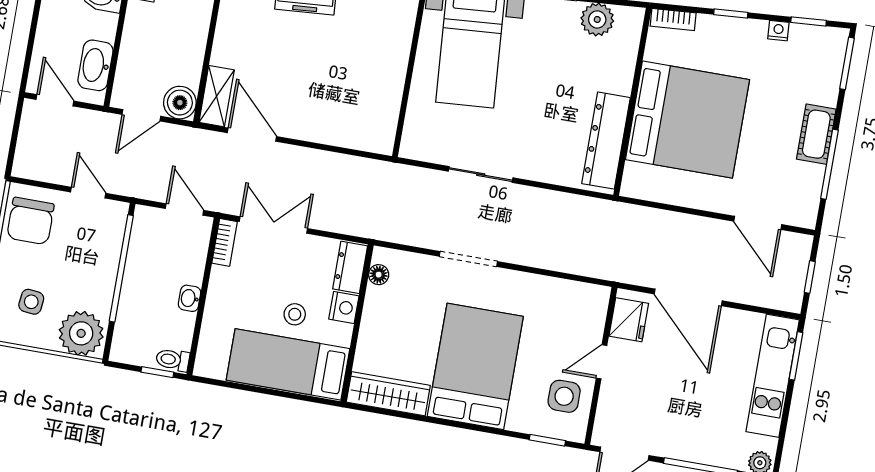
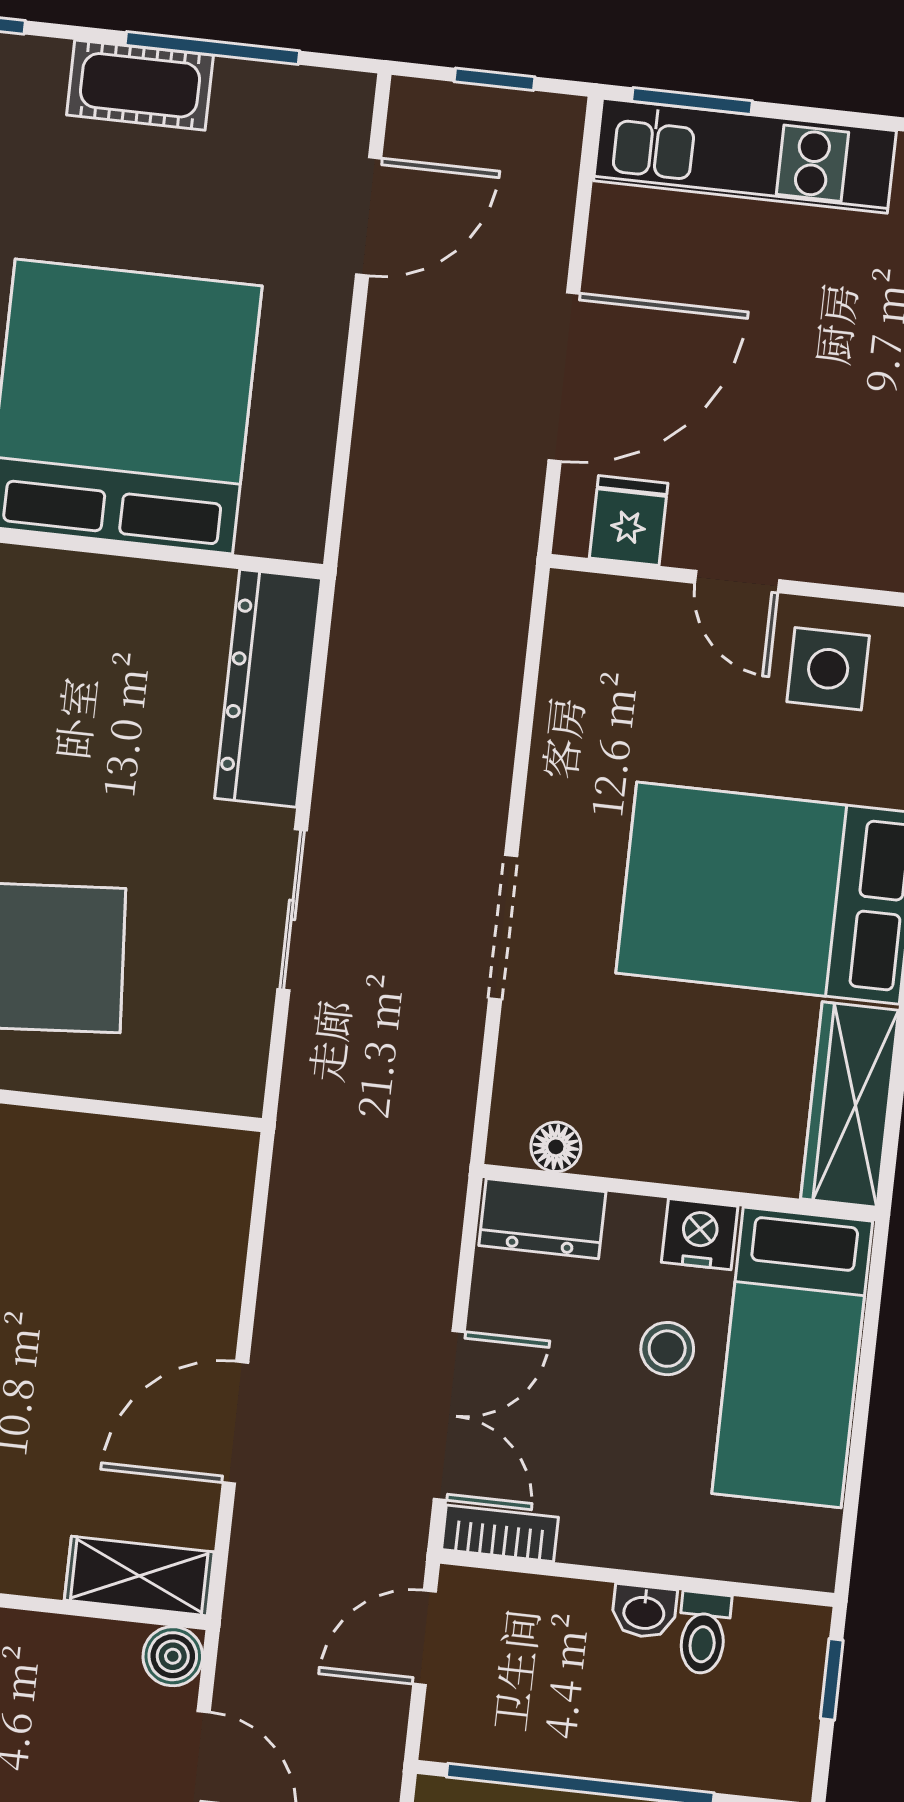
boiler: (180, 103) -> (173, 1656), width x0.73, depth x0.73
door: (252, 135) -> (236, 1423), moved
dresser: (606, 141) -> (268, 688), moved, turned 90
double door: (273, 225) -> (449, 1415), swing flipped
nightstand: (344, 307) -> (700, 1234), moved
fridge: (629, 320) -> (629, 521), width x0.72
toilet: (173, 360) -> (703, 1633), moved

